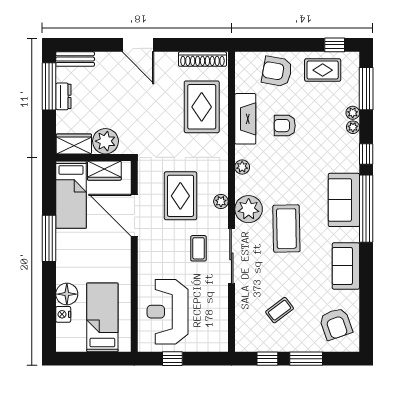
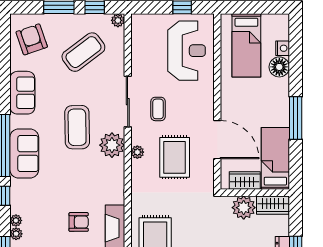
plant: (242, 167) -> (118, 20), moved
coffee table: (280, 310) -> (83, 52), width x1.86, depth x1.72

